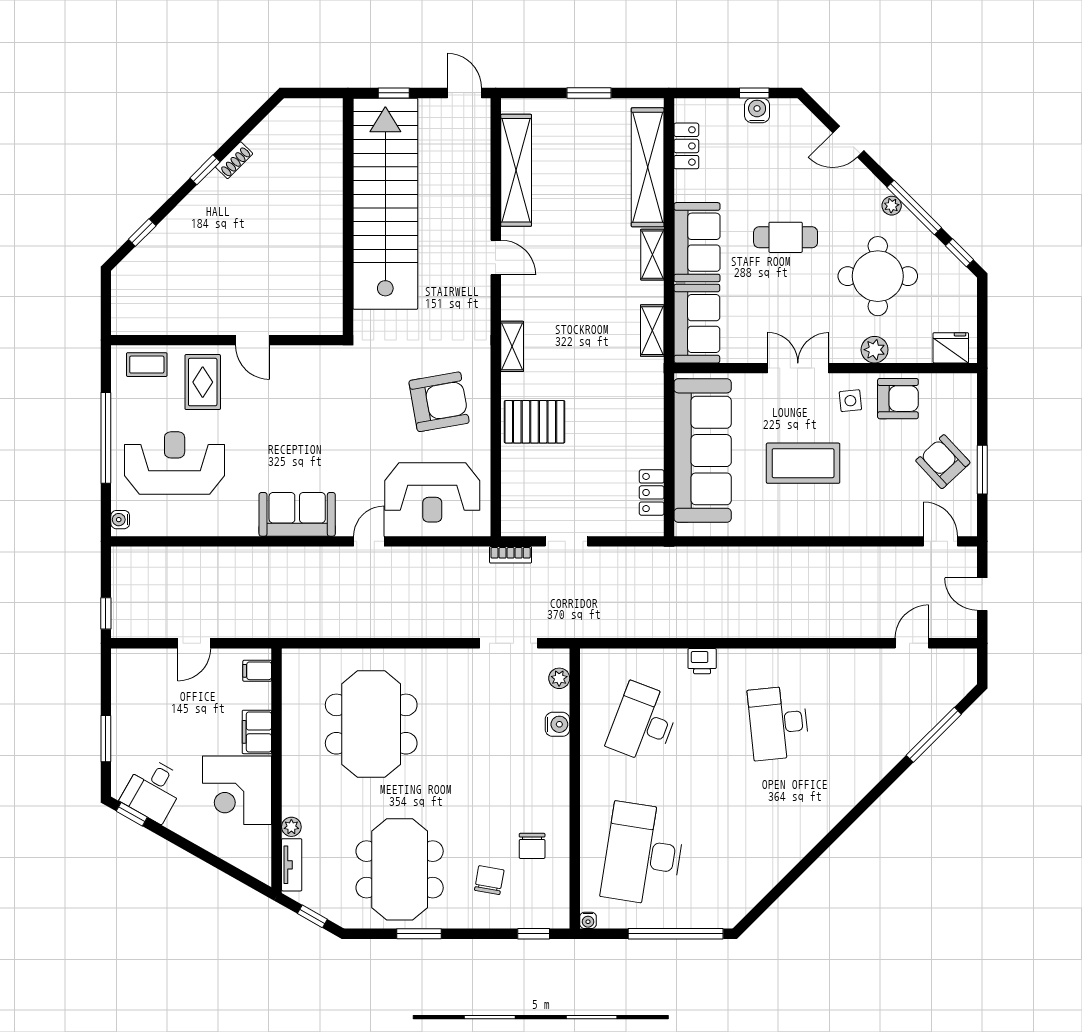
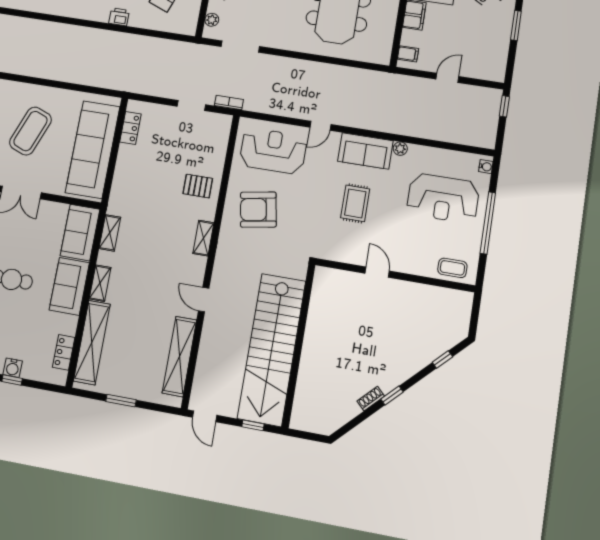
rug: (203, 382) -> (355, 203), moved
pallet: (535, 422) -> (198, 186), width x0.67, depth x0.71
coffee table: (803, 463) -> (30, 131), turned -69
plant: (247, 526) -> (400, 149), added

